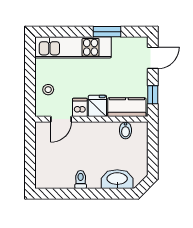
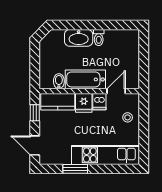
door: (153, 58) -> (35, 146), hinge flipped
bathtub: (96, 132) -> (85, 79), added
washbasin: (117, 179) -> (79, 38), moved

